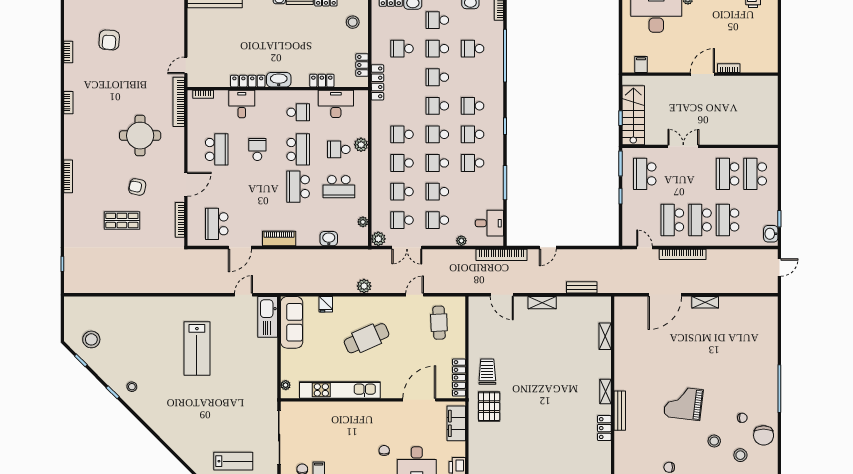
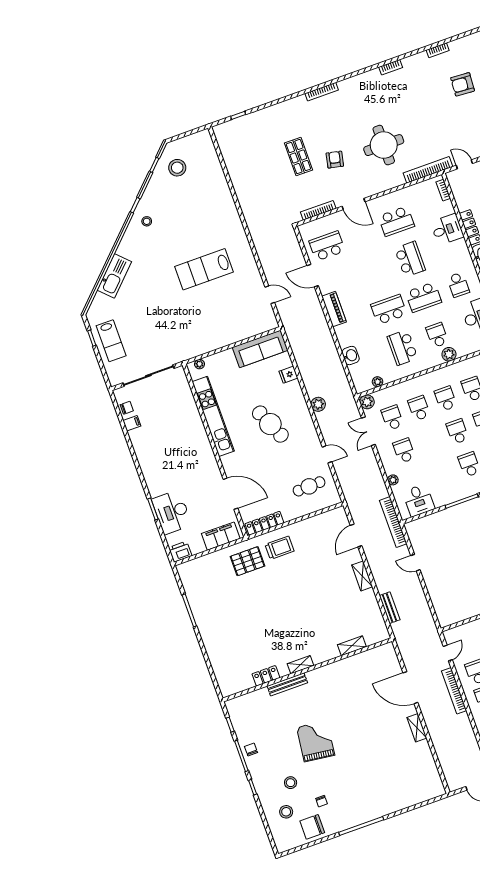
school desk: (257, 149) -> (410, 259), width x1.85
school desk: (437, 192) -> (431, 441), removed
kitchen sink: (268, 317) -> (114, 276), moved, turned 135
chair: (384, 451) -> (171, 478), removed

